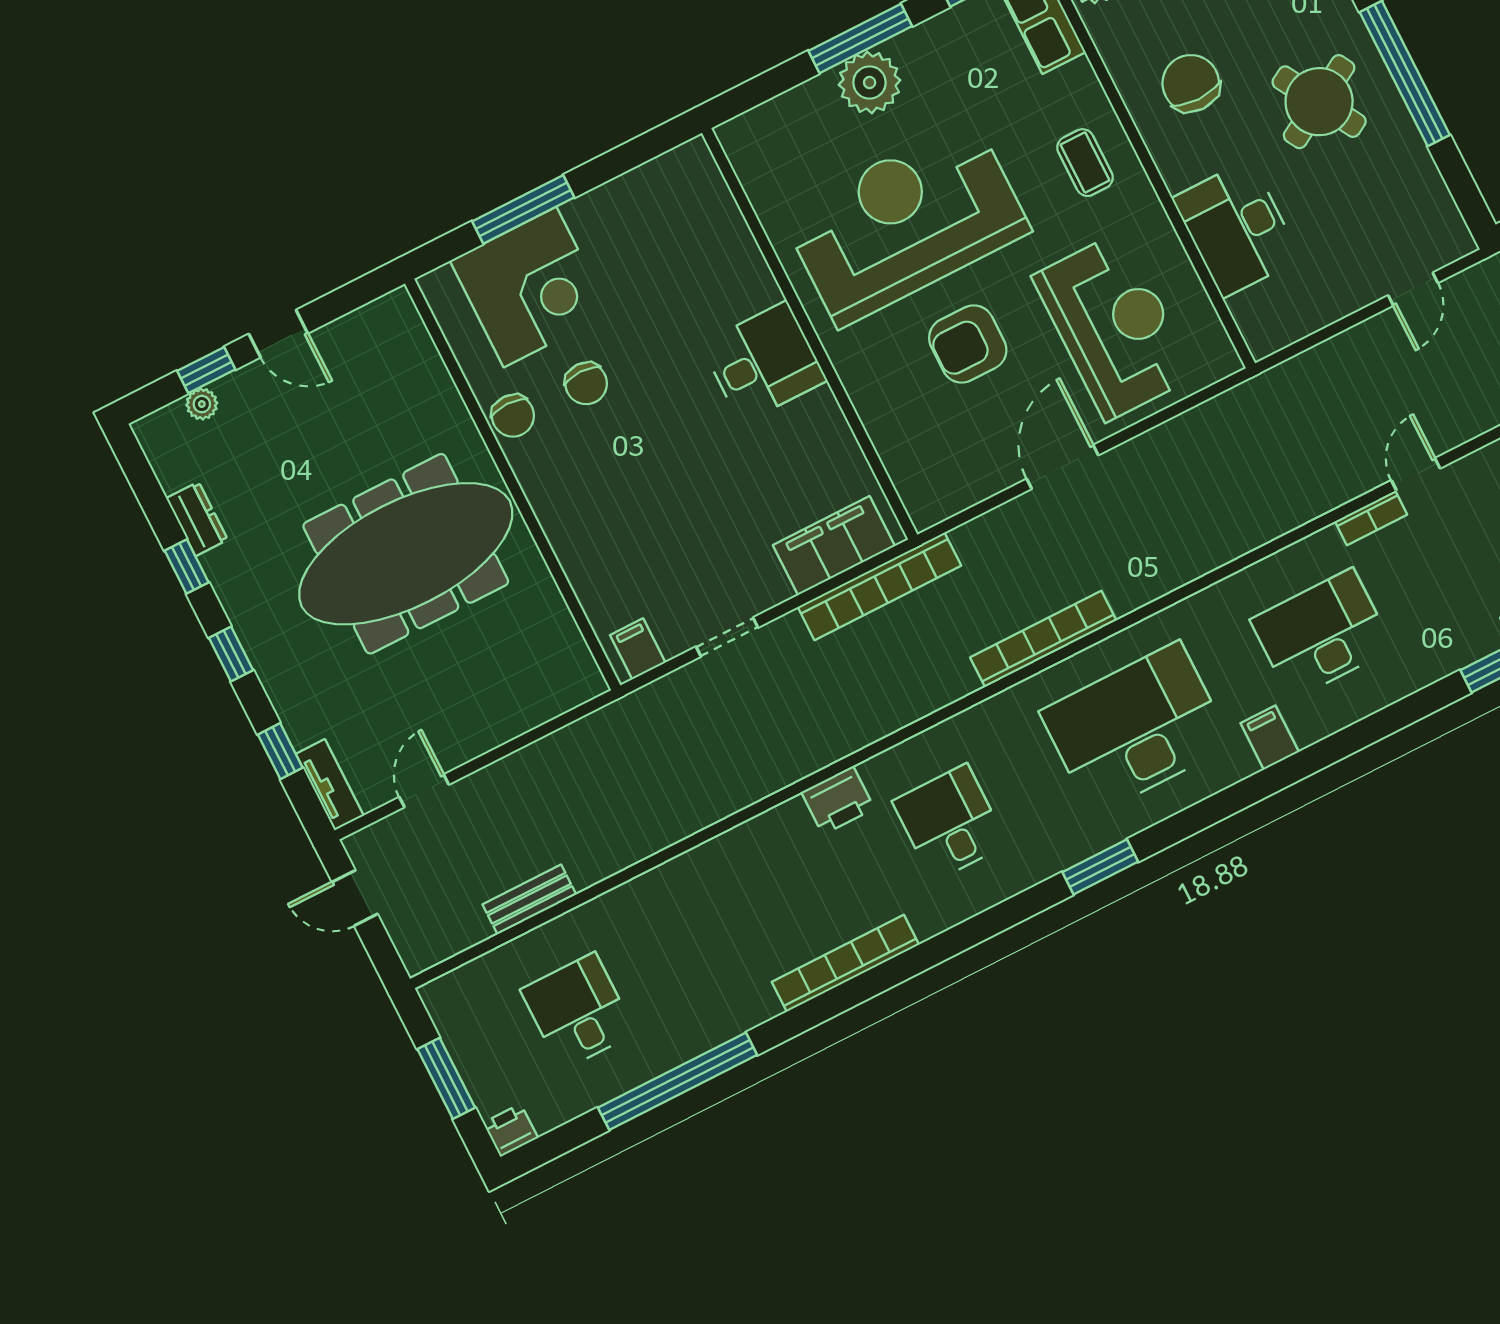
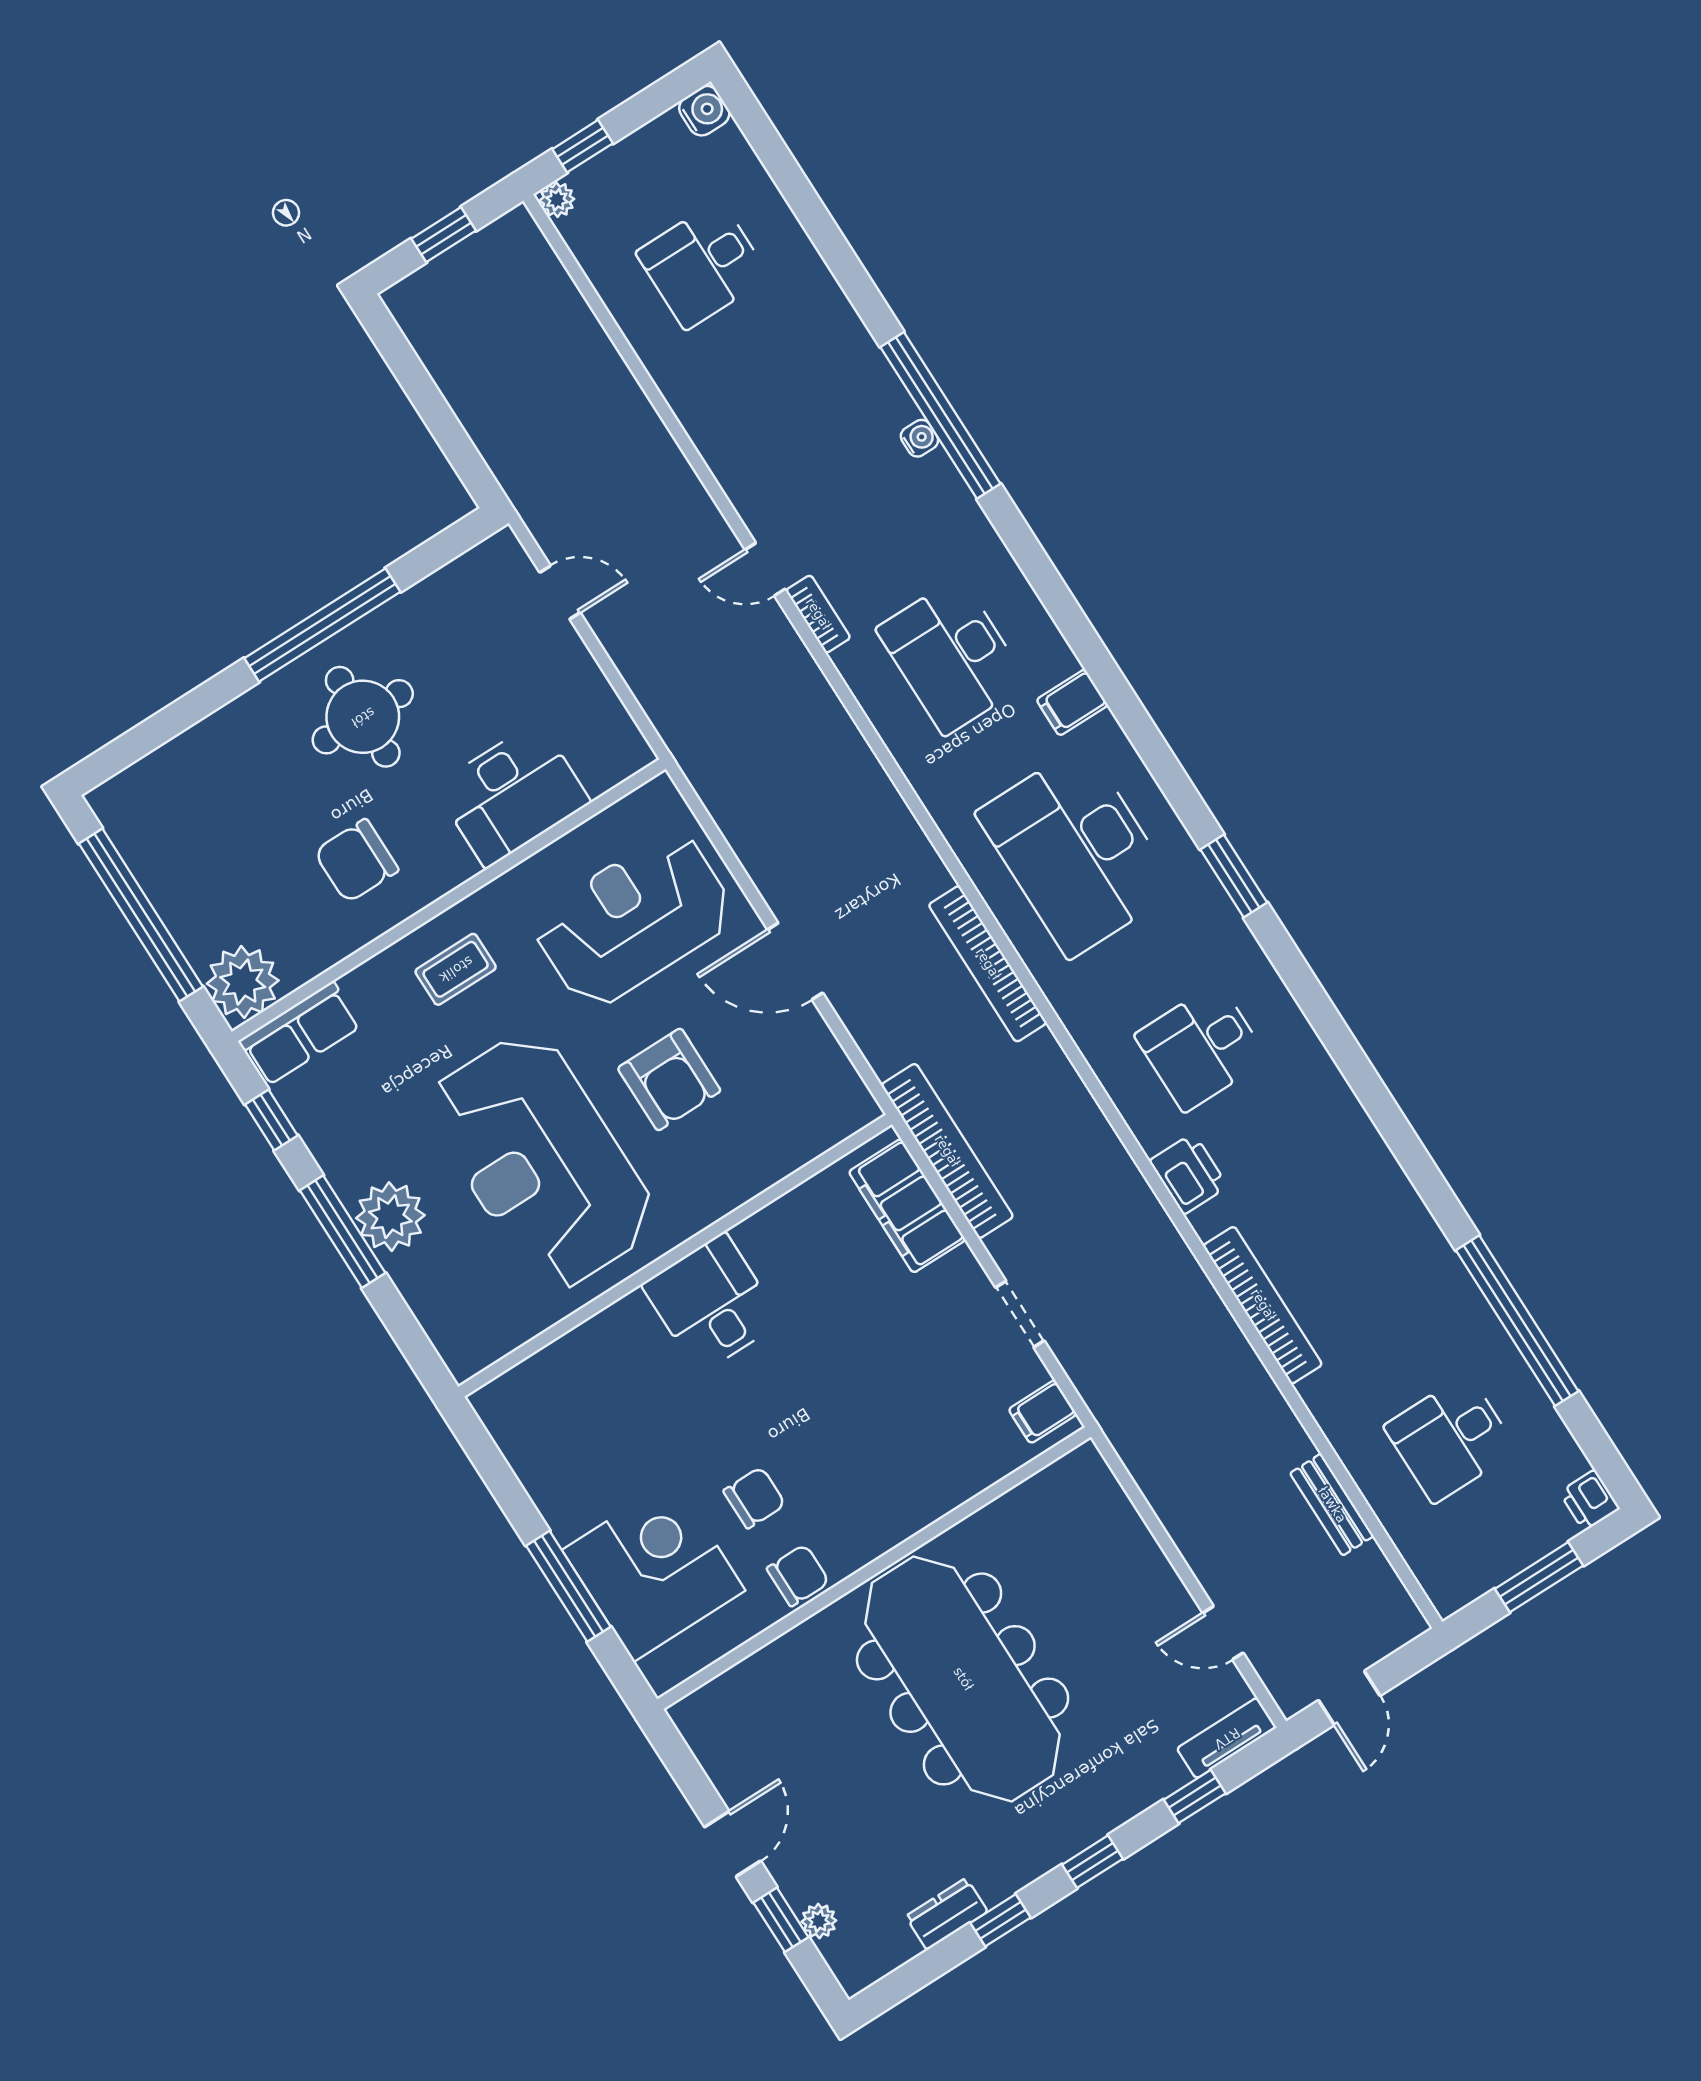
round table: (1319, 102) -> (363, 717), turned 30
bookcase: (845, 963) -> (1263, 1305), moved, turned 180

